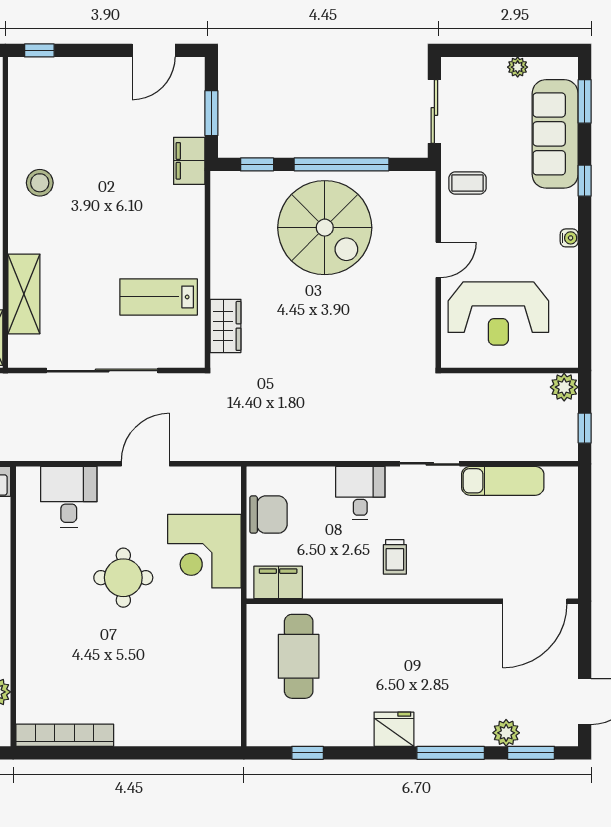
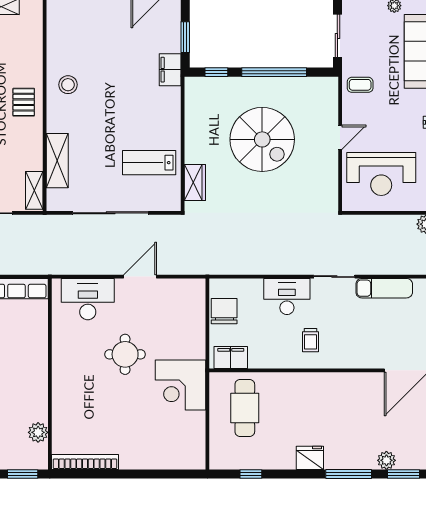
spiral stairs: (325, 228) -> (262, 139), moved
desk: (360, 493) -> (287, 296), width x1.37
desk: (69, 497) -> (88, 299), width x1.37
chair: (268, 515) -> (224, 311), turned -90
corner desk: (204, 551) -> (180, 385), moved

